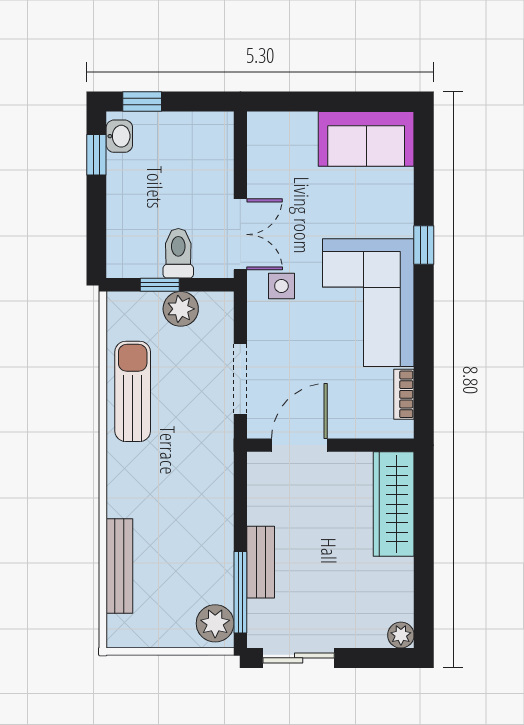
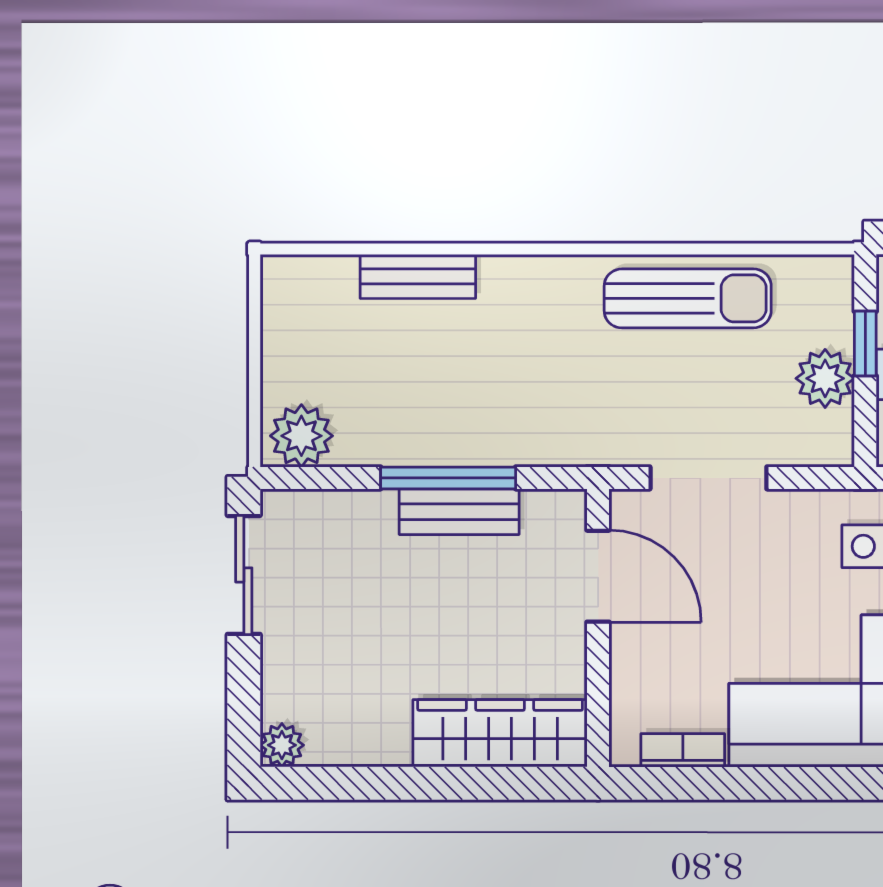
bench: (261, 562) -> (459, 512), moved
bench: (119, 566) -> (418, 276), width x0.73
window: (240, 592) -> (448, 478), moved

